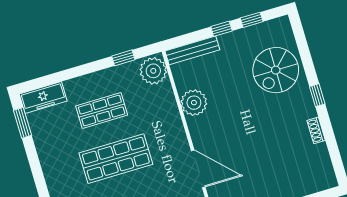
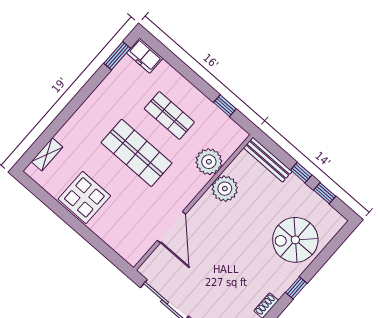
plant: (153, 71) -> (209, 162), moved
freezer: (43, 98) -> (145, 56), width x0.71

